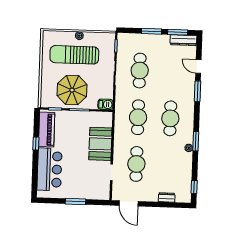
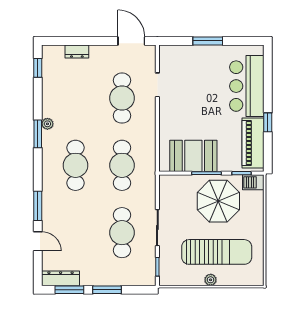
barbecue: (105, 104) -> (253, 182), moved
booth: (100, 144) -> (193, 156), moved, turned 90

